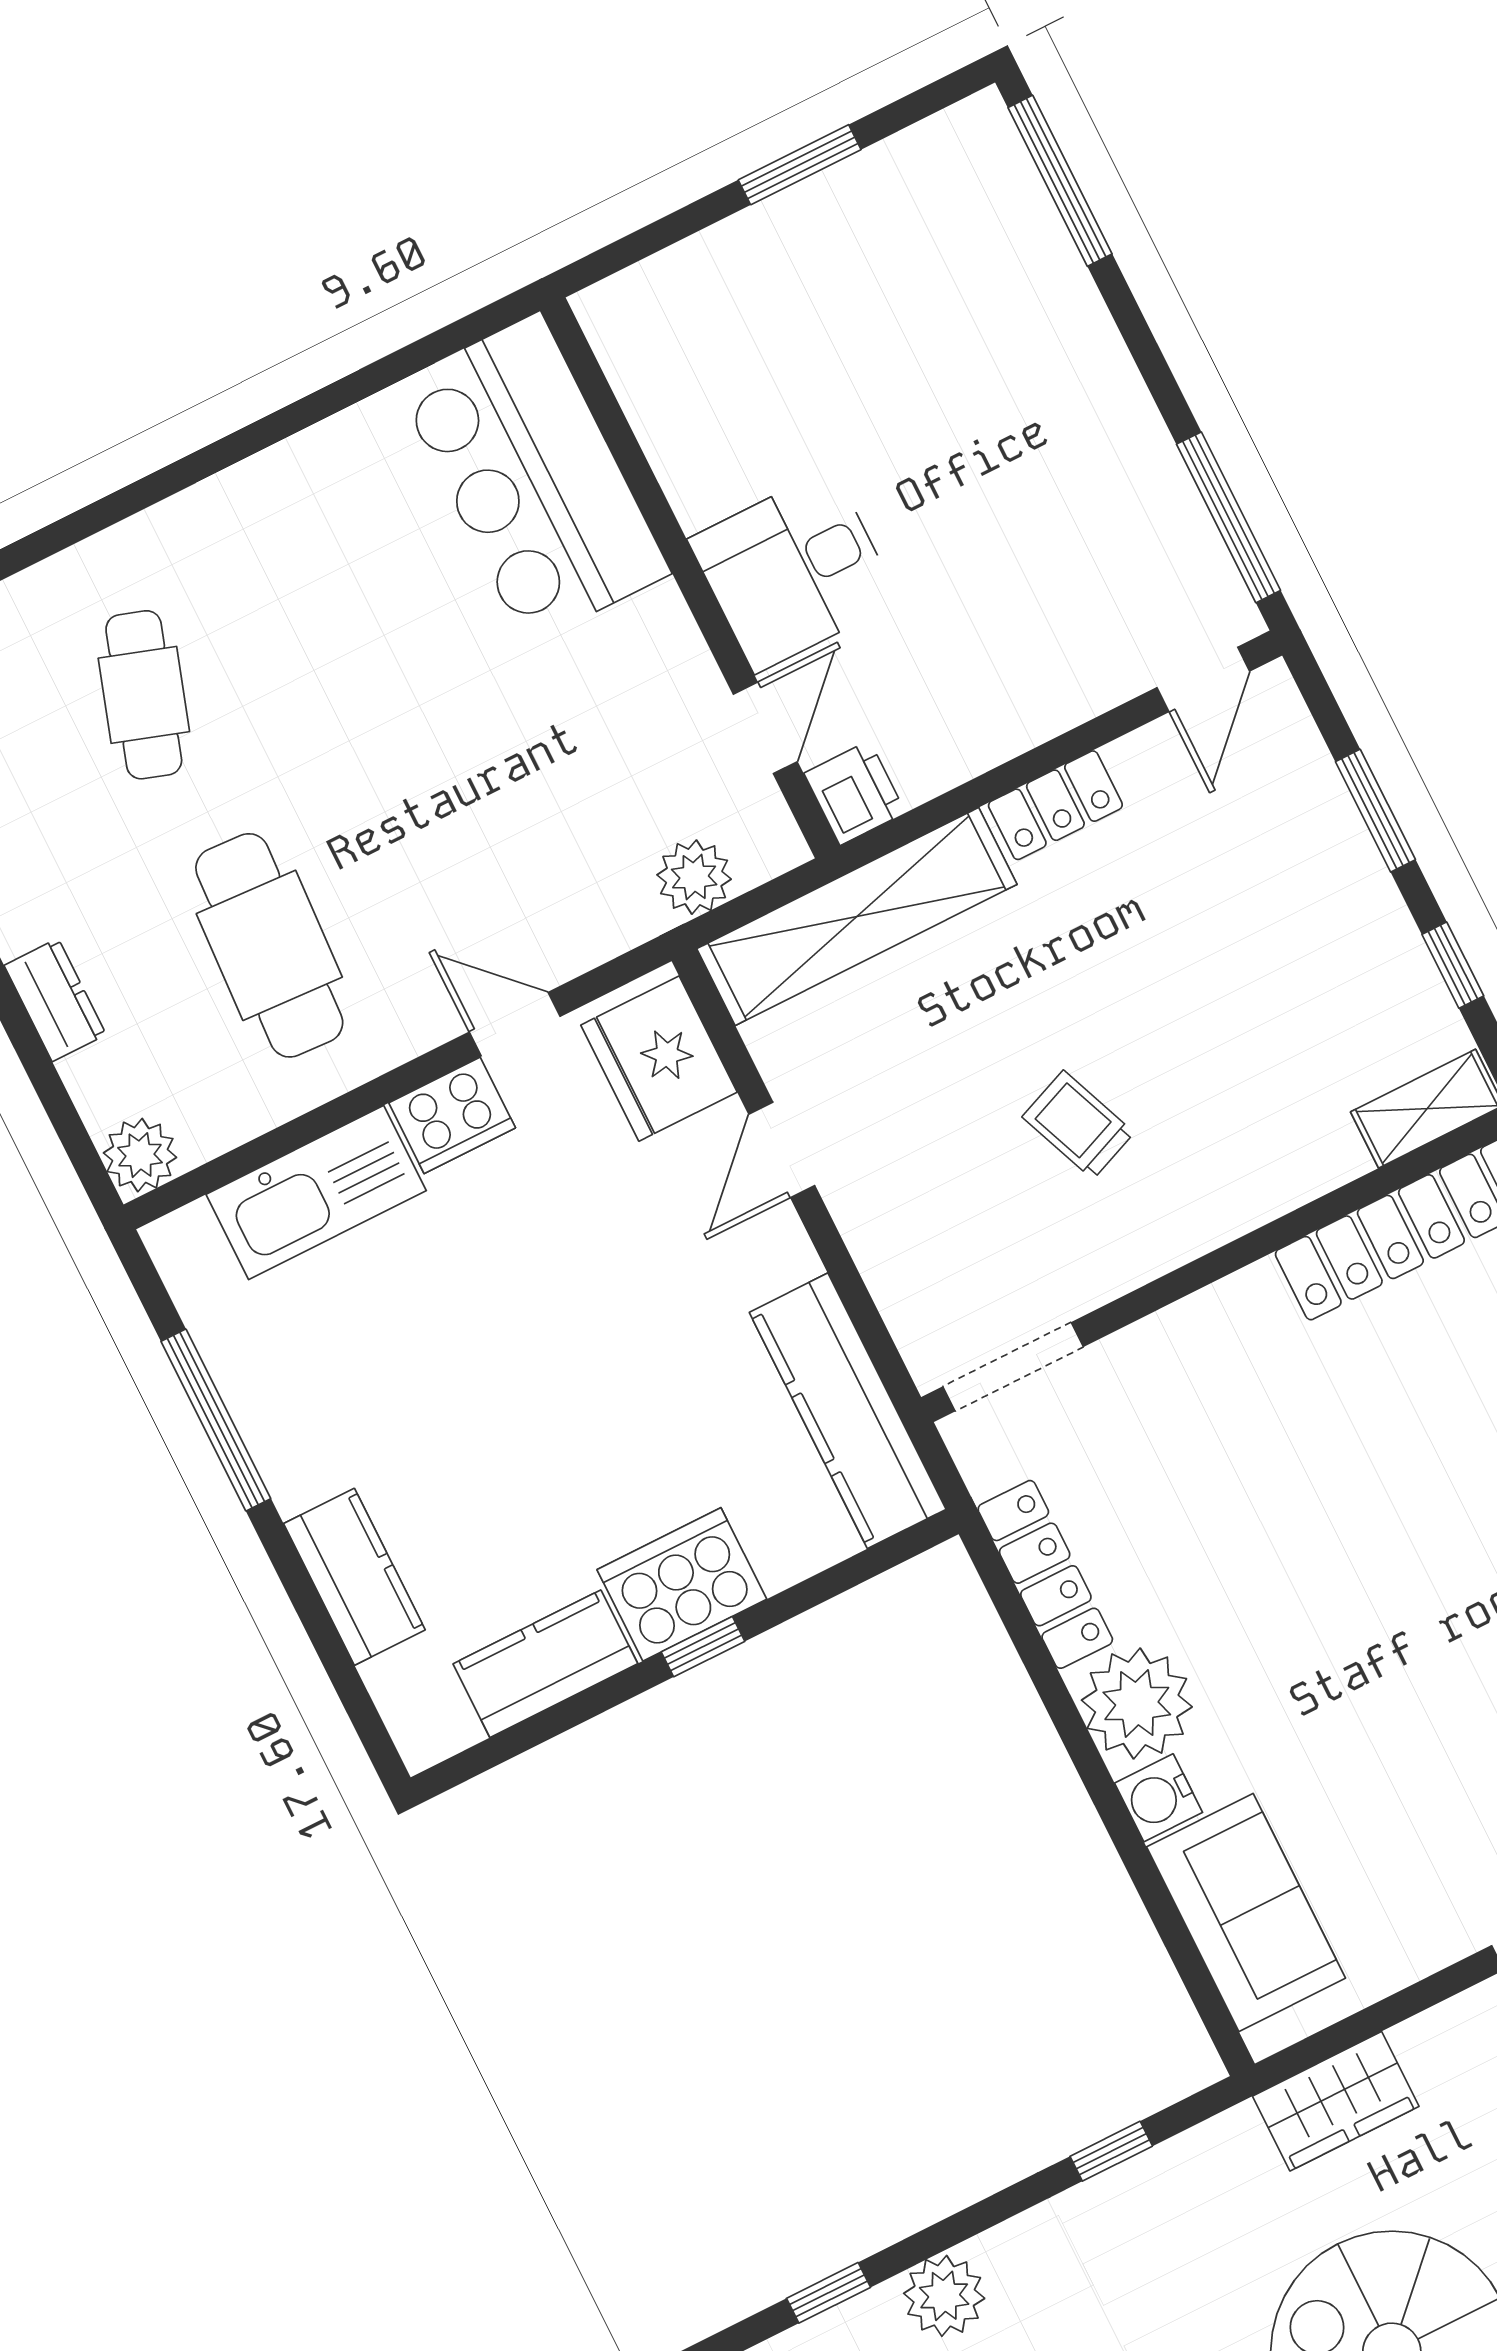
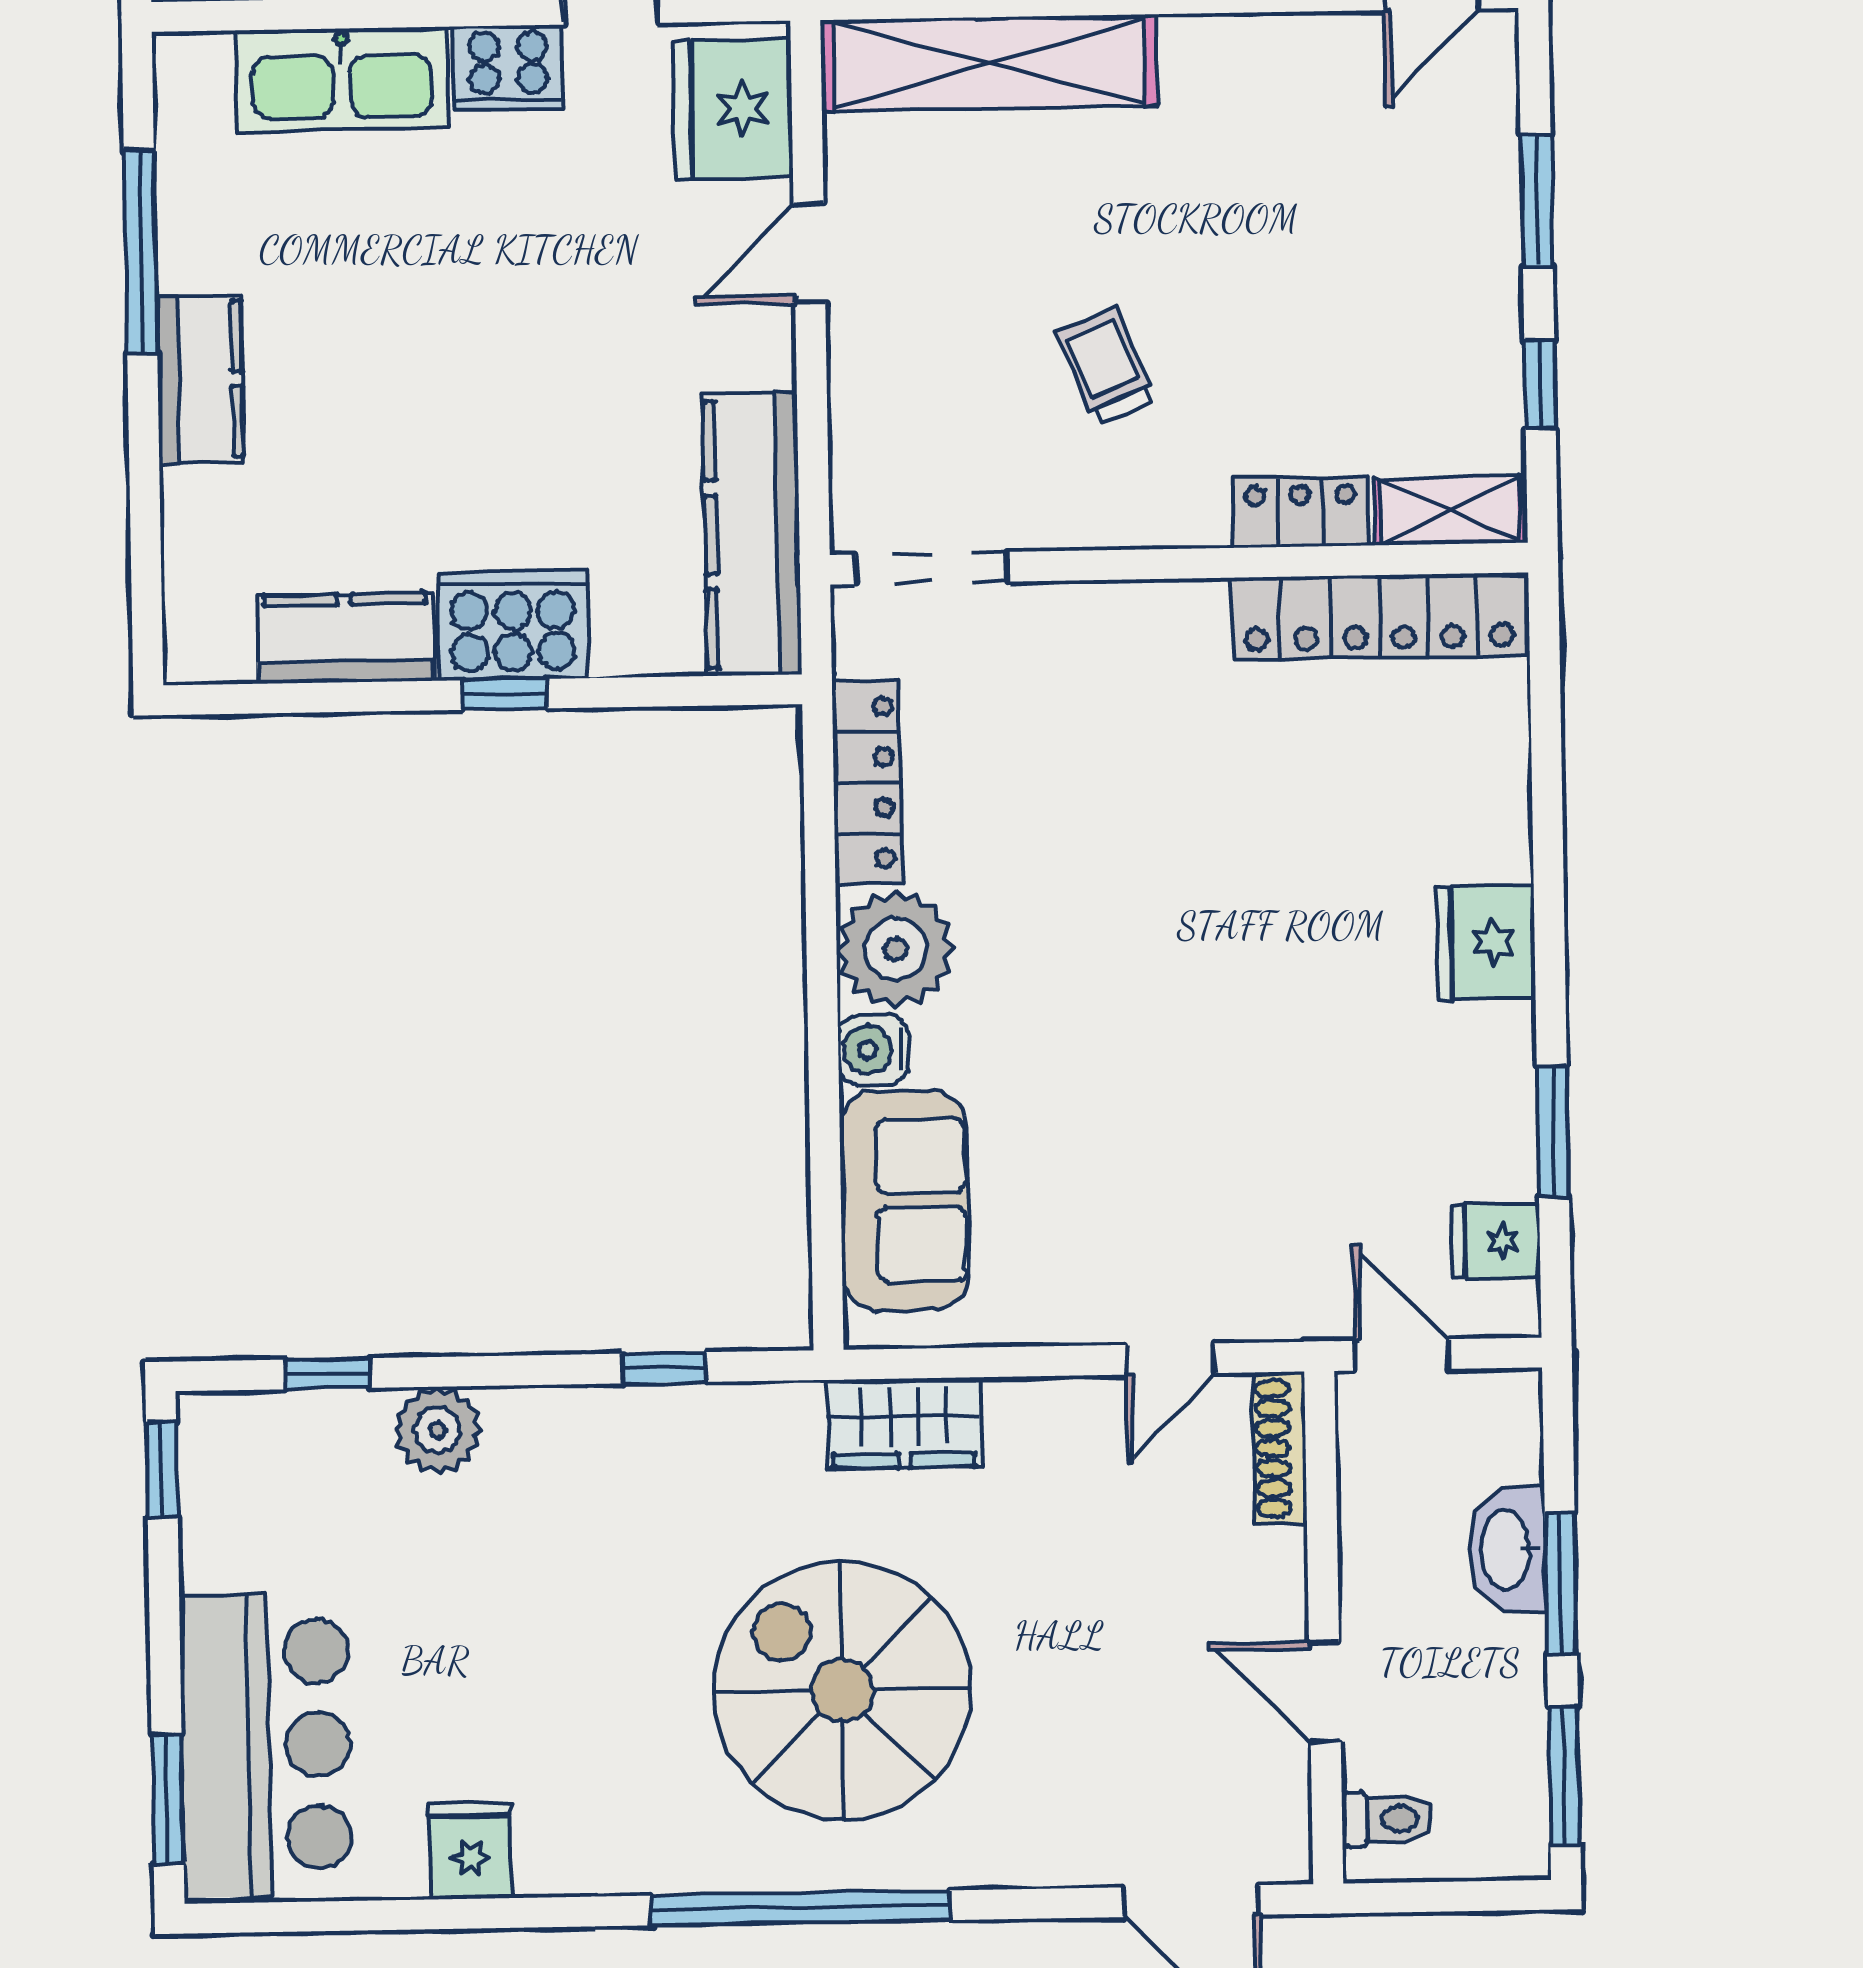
locker: (1055, 805) -> (1300, 512), moved, turned 180
kitchen counter: (354, 1577) -> (200, 379), moved

